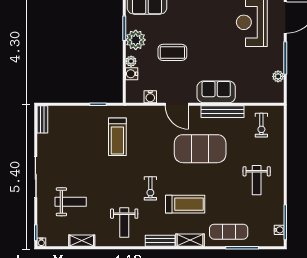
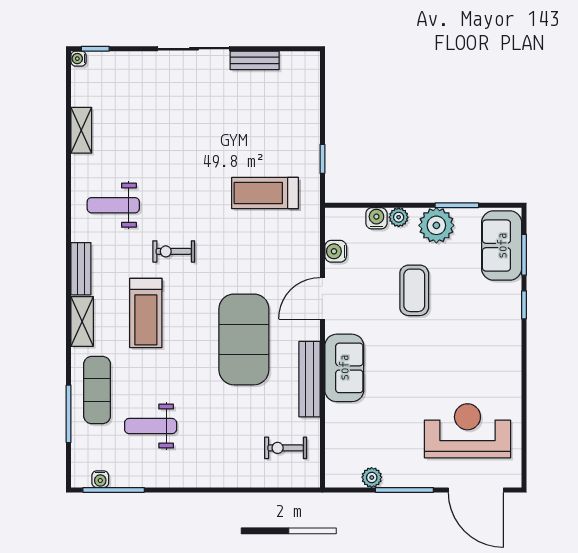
bench: (42, 119) -> (255, 60), moved
weight bench: (257, 180) -> (151, 426), moved
weight bench: (71, 202) -> (150, 110), removed

